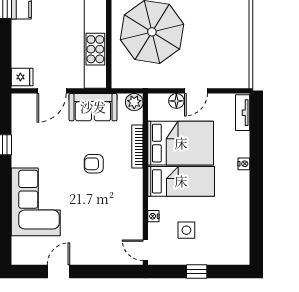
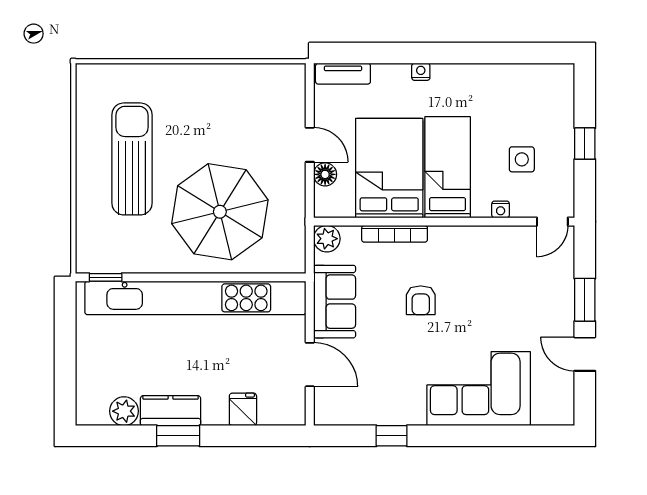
fridge: (22, 77) -> (243, 409), moved
window: (94, 271) -> (585, 300), added

